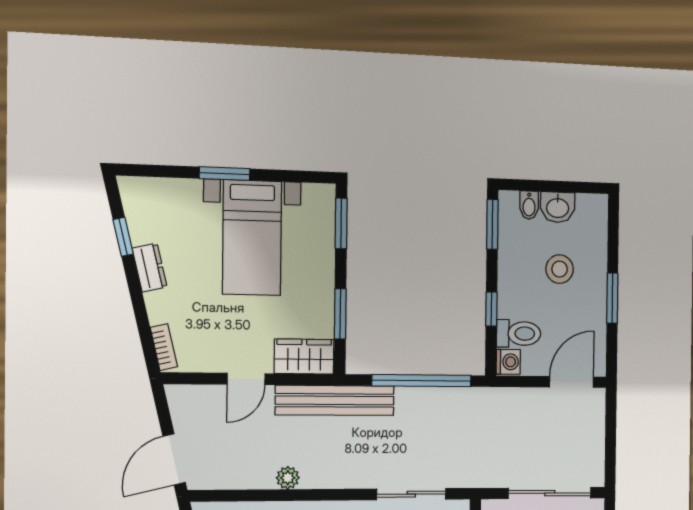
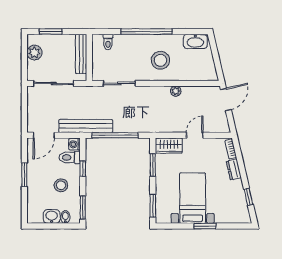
dresser: (150, 268) -> (234, 169), moved
stool: (560, 269) -> (61, 185), moved
bench: (335, 400) -> (86, 126), moved

